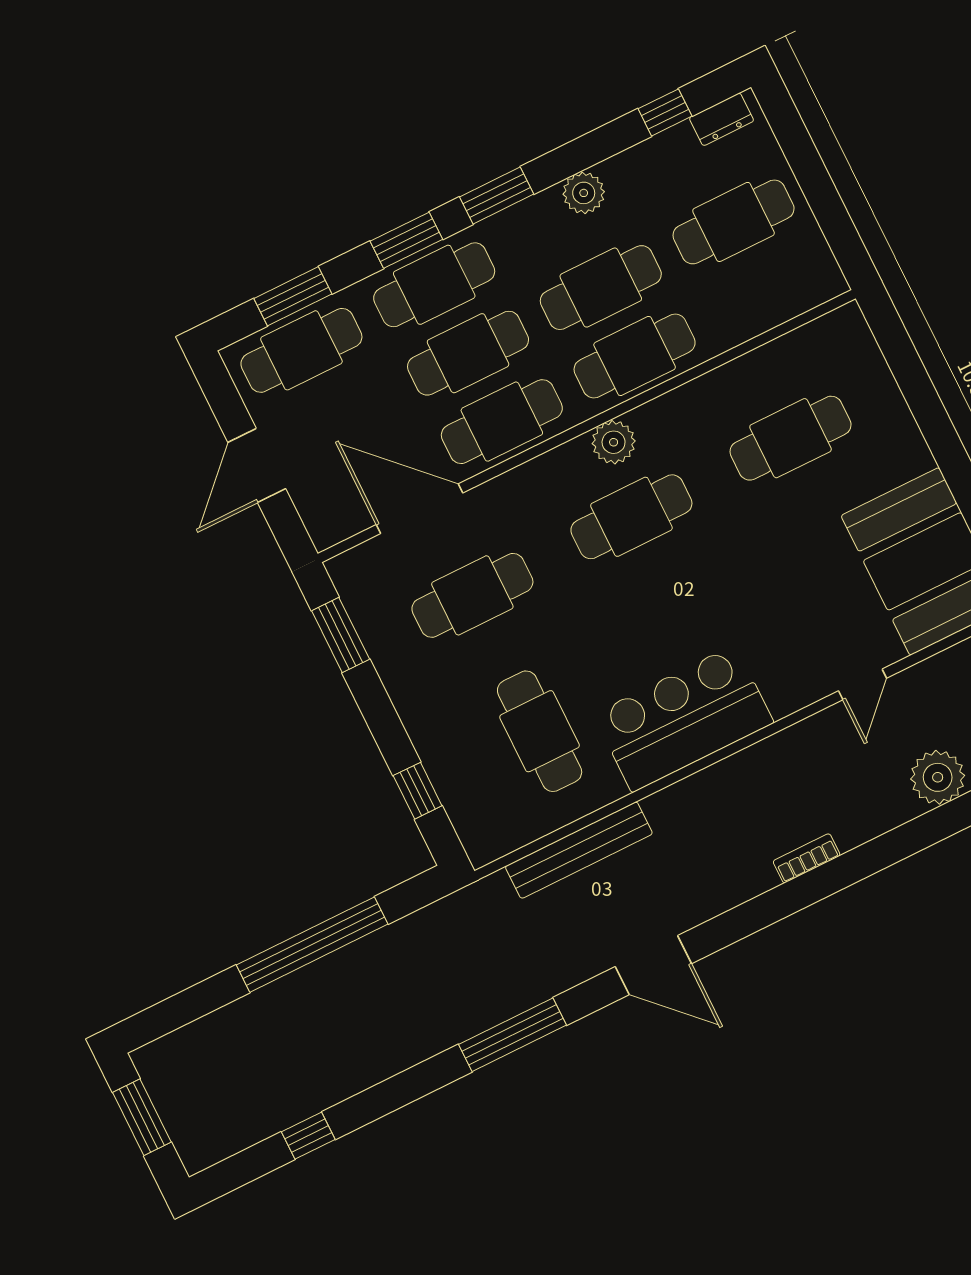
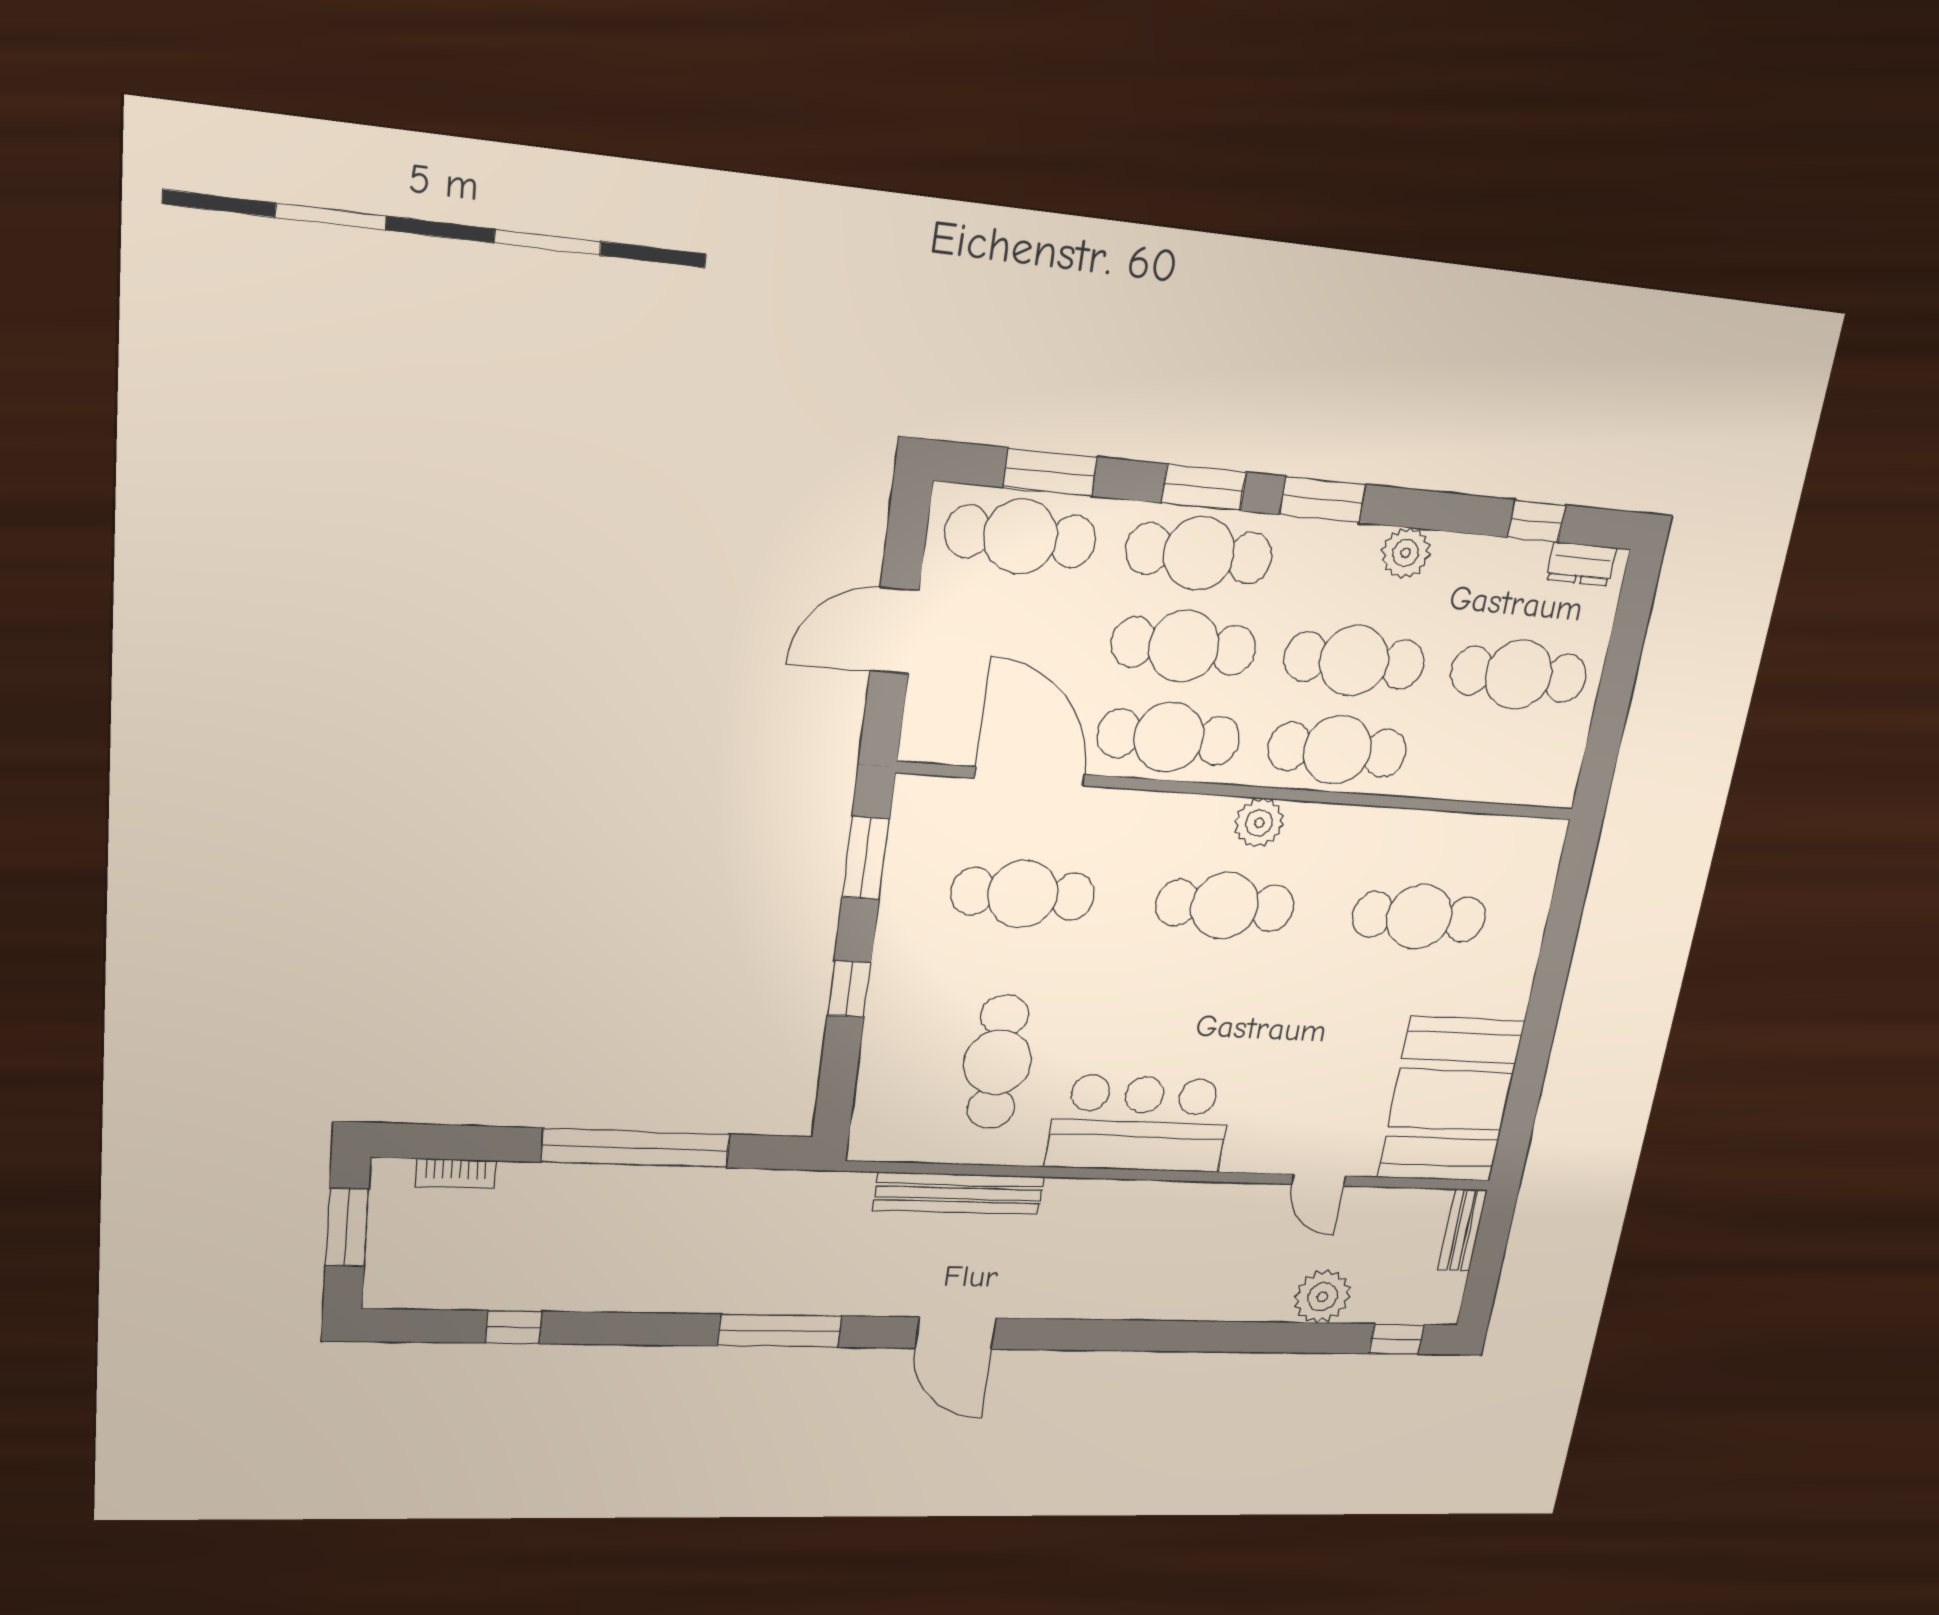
door: (862, 684) -> (1318, 1180), hinge flipped
window: (418, 791) -> (849, 989), moved
bookcase: (807, 858) -> (456, 1173), moved, turned 180

